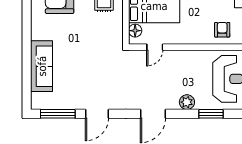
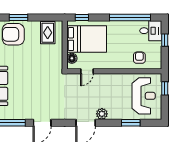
plant: (187, 102) -> (102, 114), moved

